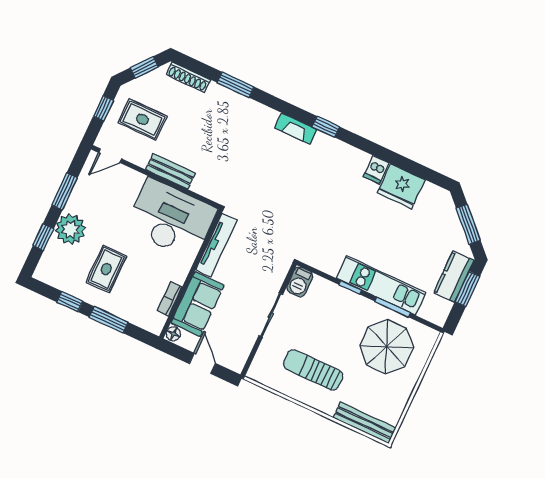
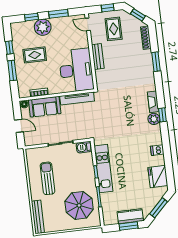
plant: (324, 144) -> (154, 119), added
fridge: (401, 186) -> (158, 176), moved
kitchen unit: (381, 286) -> (103, 169), moved
door: (202, 363) -> (19, 126), hinge flipped

